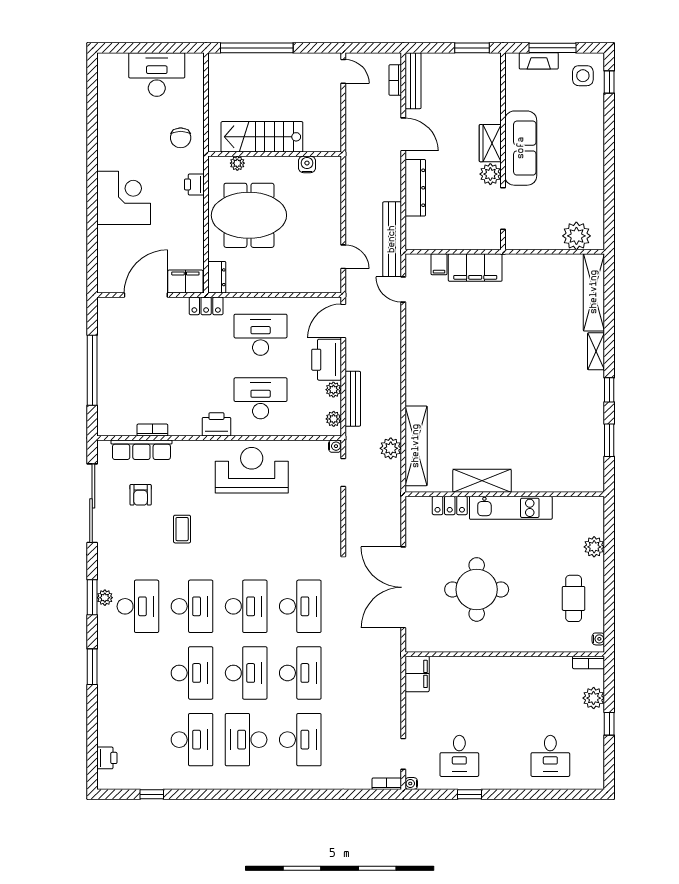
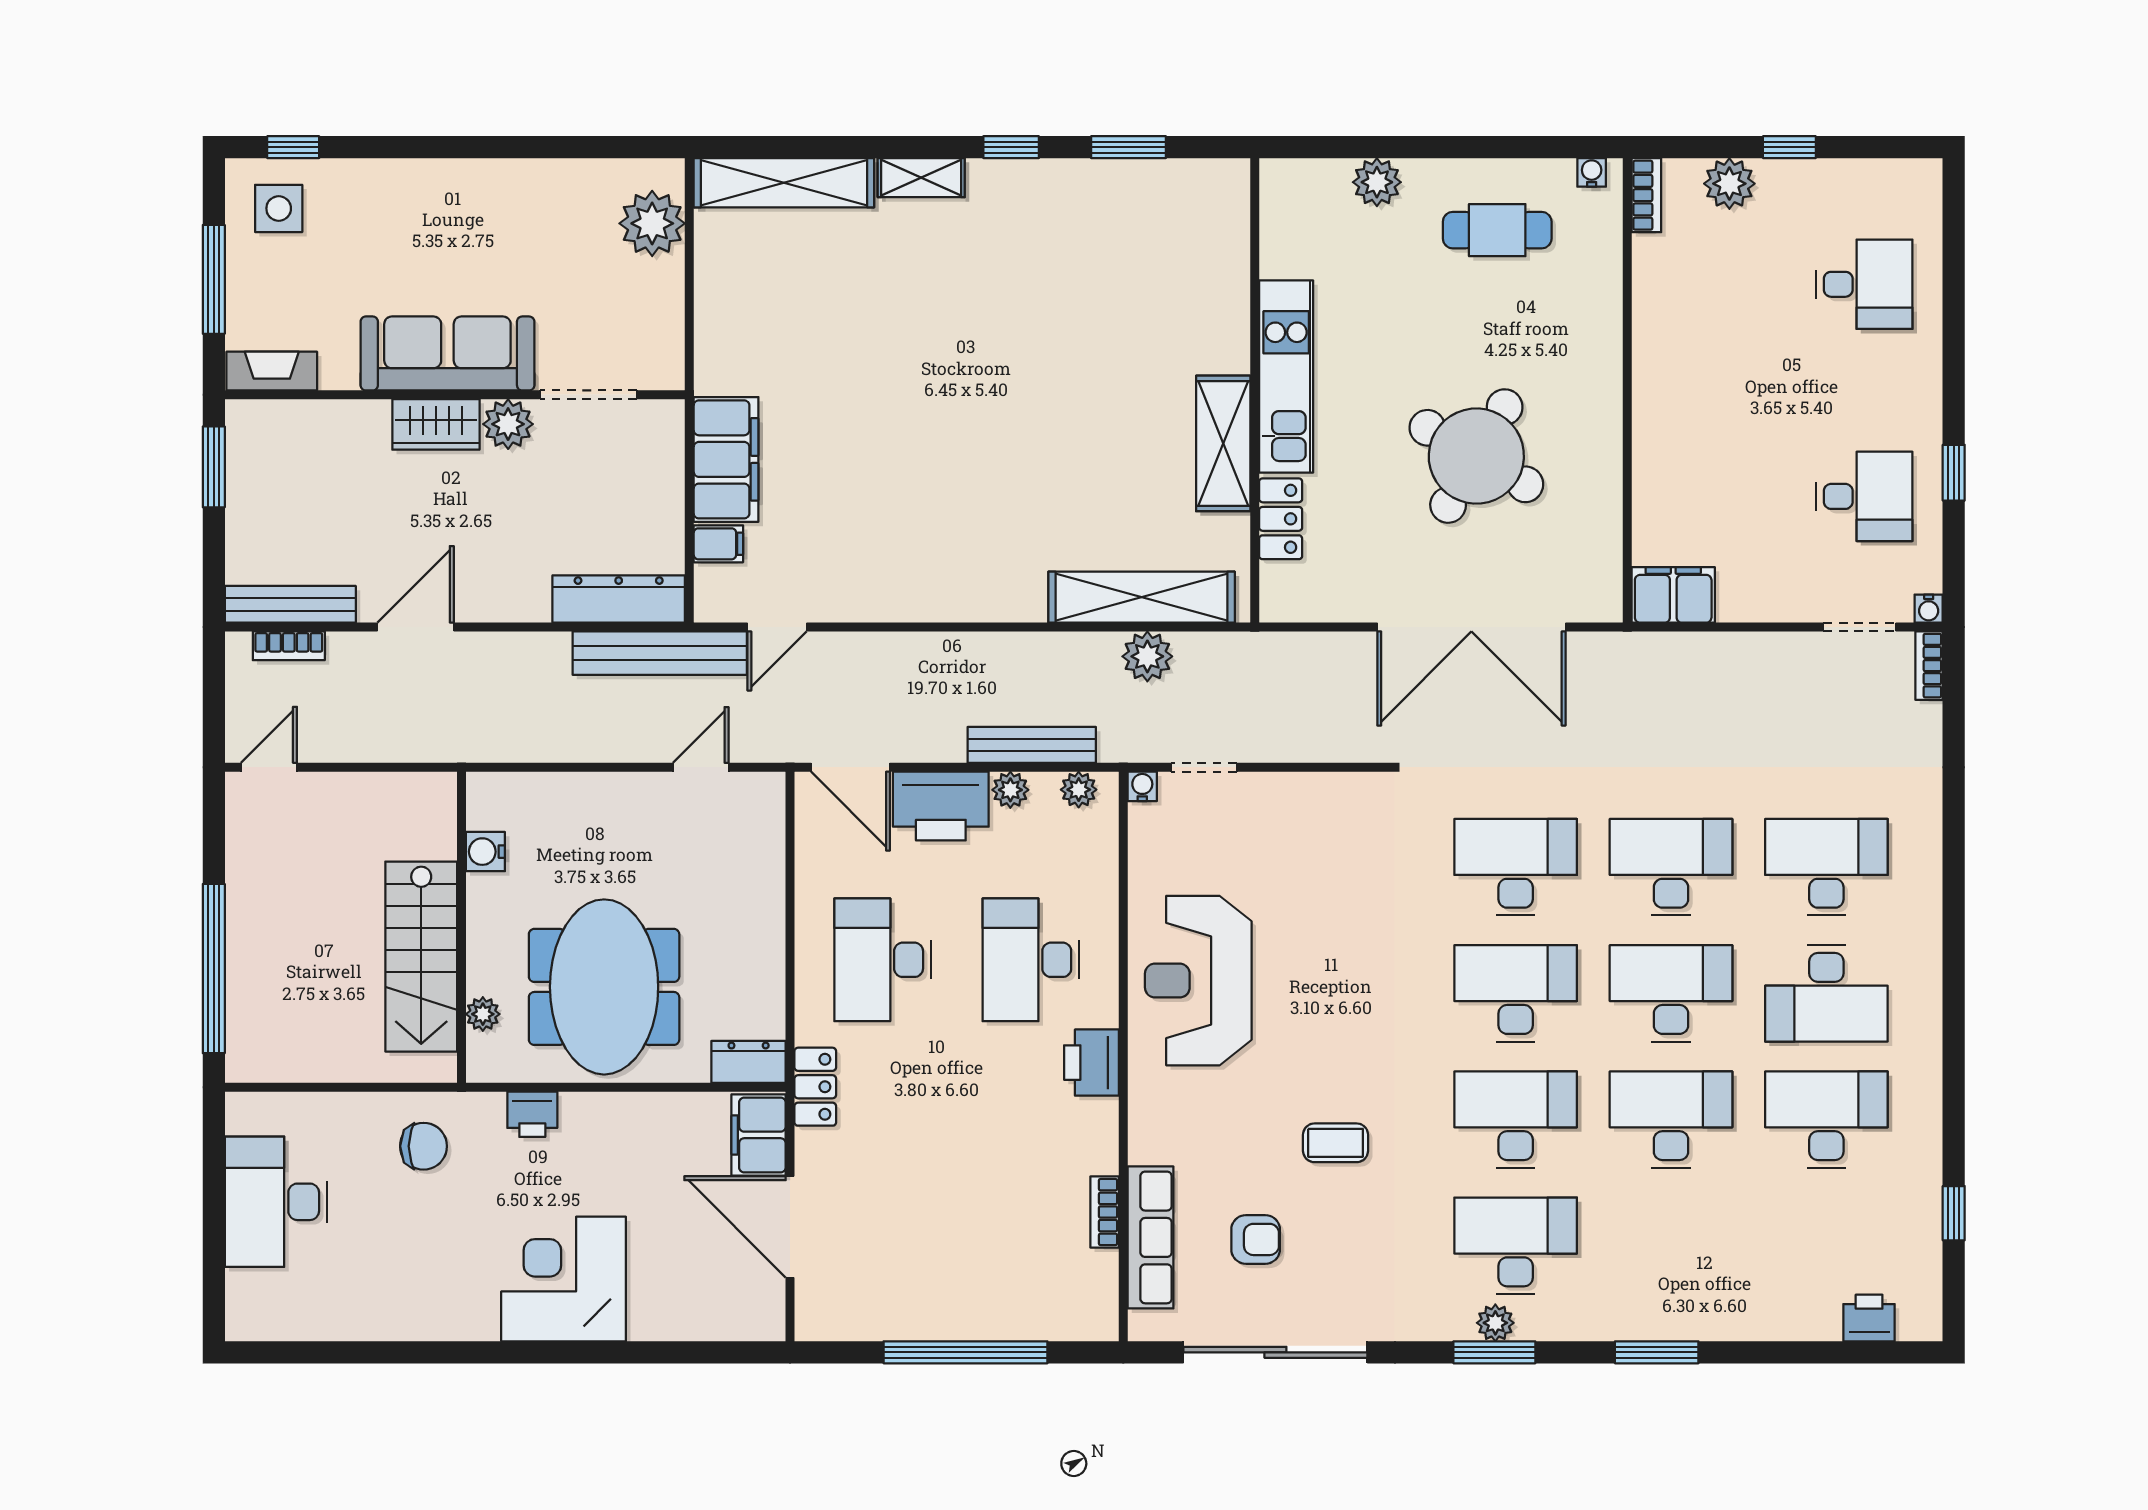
fireplace: (539, 61) -> (272, 371), moved, turned -90
dresser: (415, 188) -> (619, 599), moved
round table: (477, 589) -> (1476, 456), turned 30

